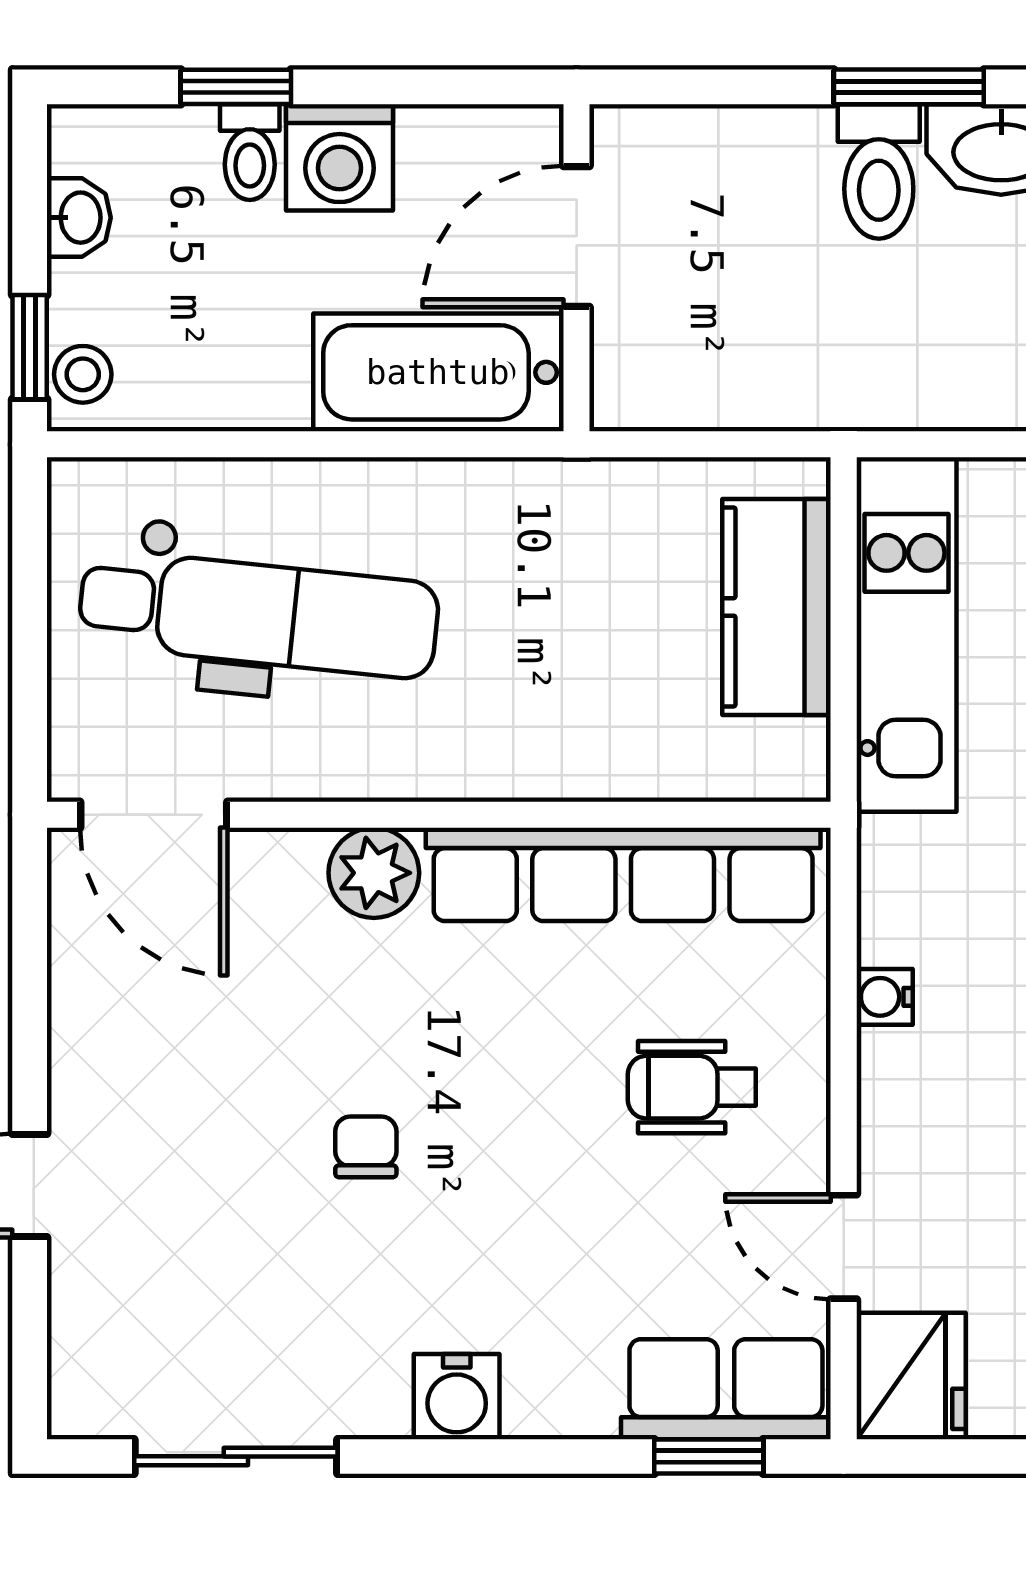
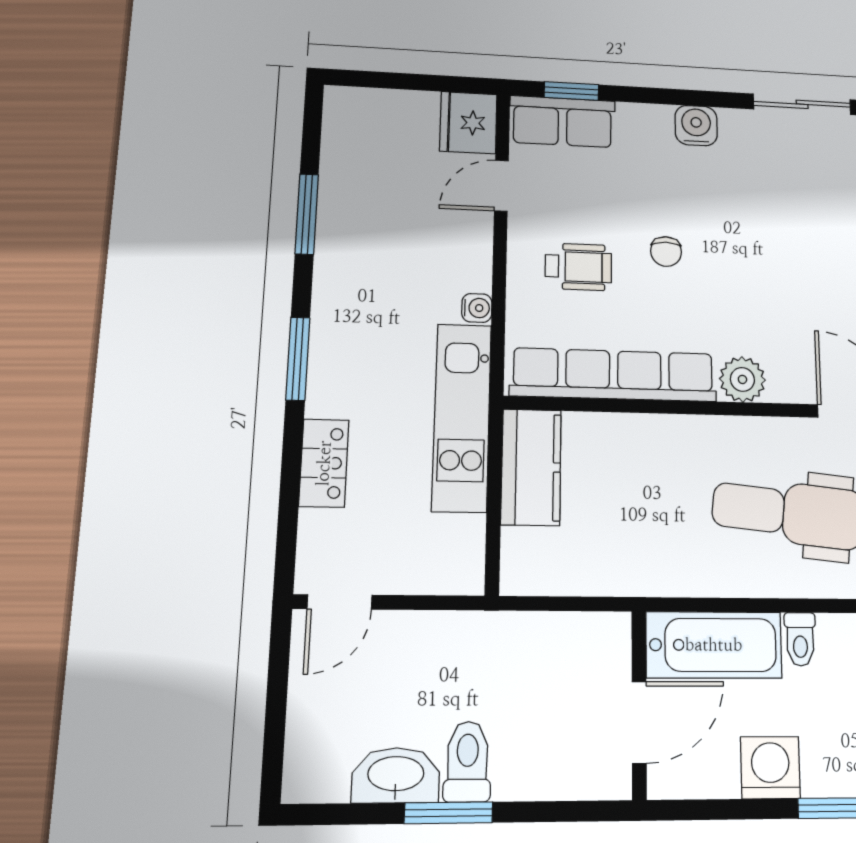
toilet: (250, 152) -> (800, 639), moved, turned 180
kitchen counter: (777, 607) -> (531, 467), moved
kitchen unit: (906, 635) -> (462, 417), moved
chair: (366, 1147) -> (666, 251), moved
door: (844, 1247) -> (501, 186), swing flipped

